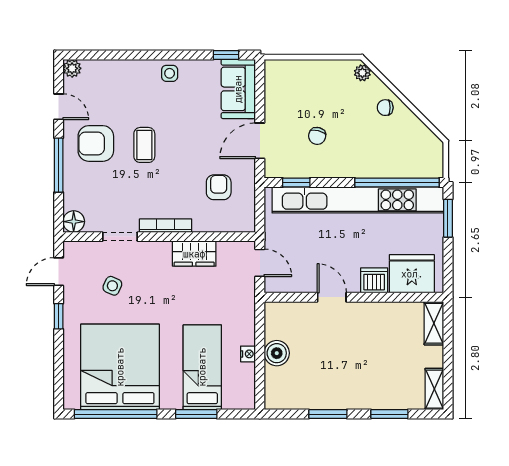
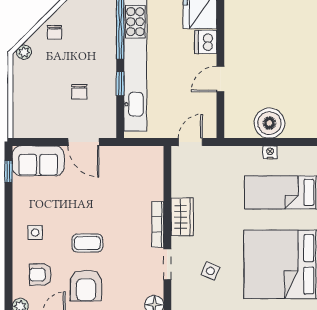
side table: (170, 73) -> (35, 233), moved
chair: (317, 136) -> (79, 92), turned 76
window: (296, 183) -> (120, 83), moved
armchair: (219, 187) -> (40, 275), moved
wardrobe: (194, 254) -> (182, 217), moved
boiler: (277, 353) -> (269, 123), width x1.37, depth x1.37

